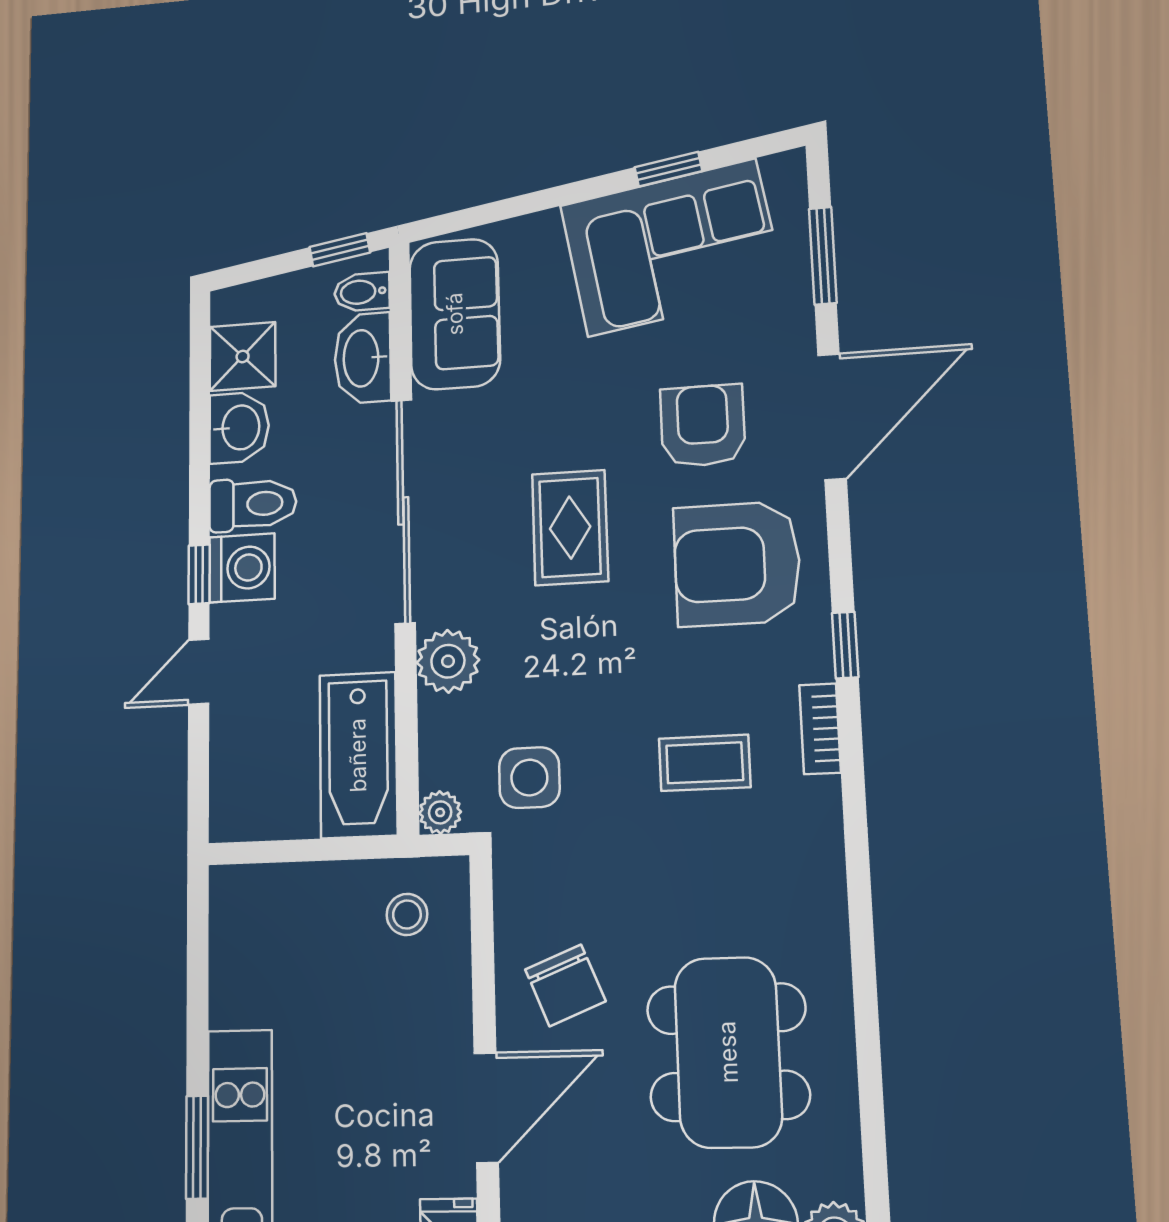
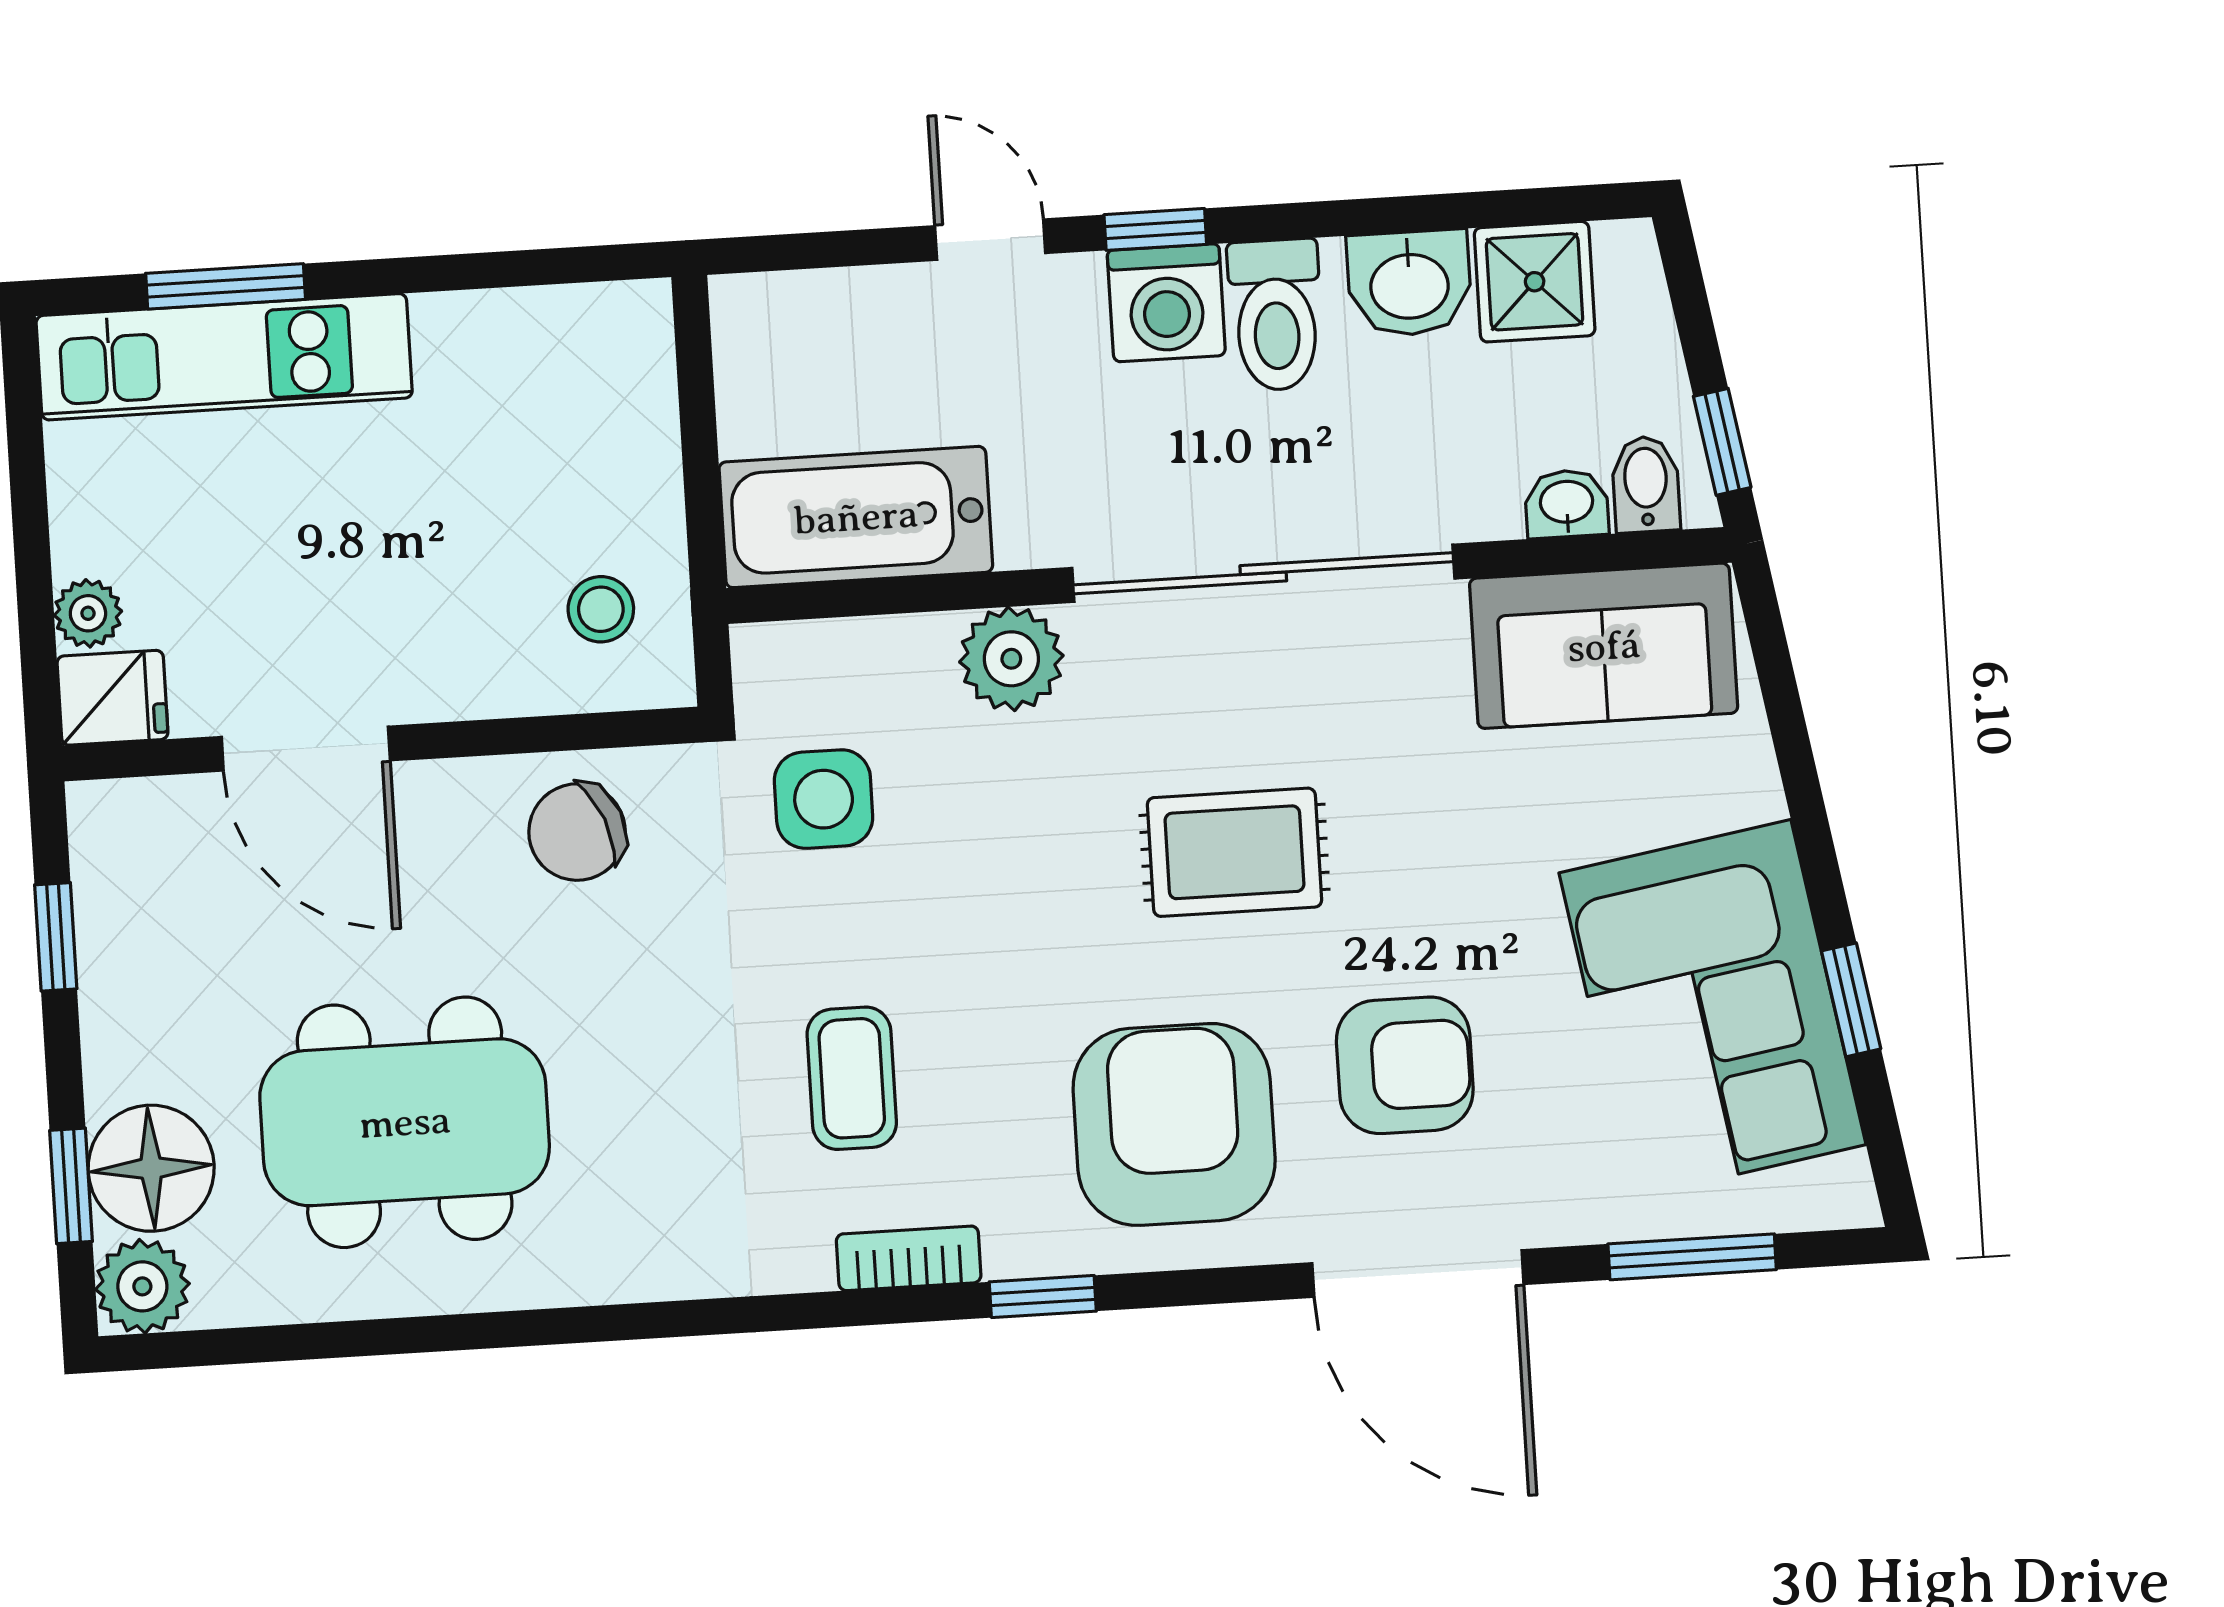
washbasin: (363, 358) -> (1567, 504), width x0.52, depth x0.69
plant: (440, 812) -> (765, 656), removed
chair: (565, 985) -> (577, 832), moved

